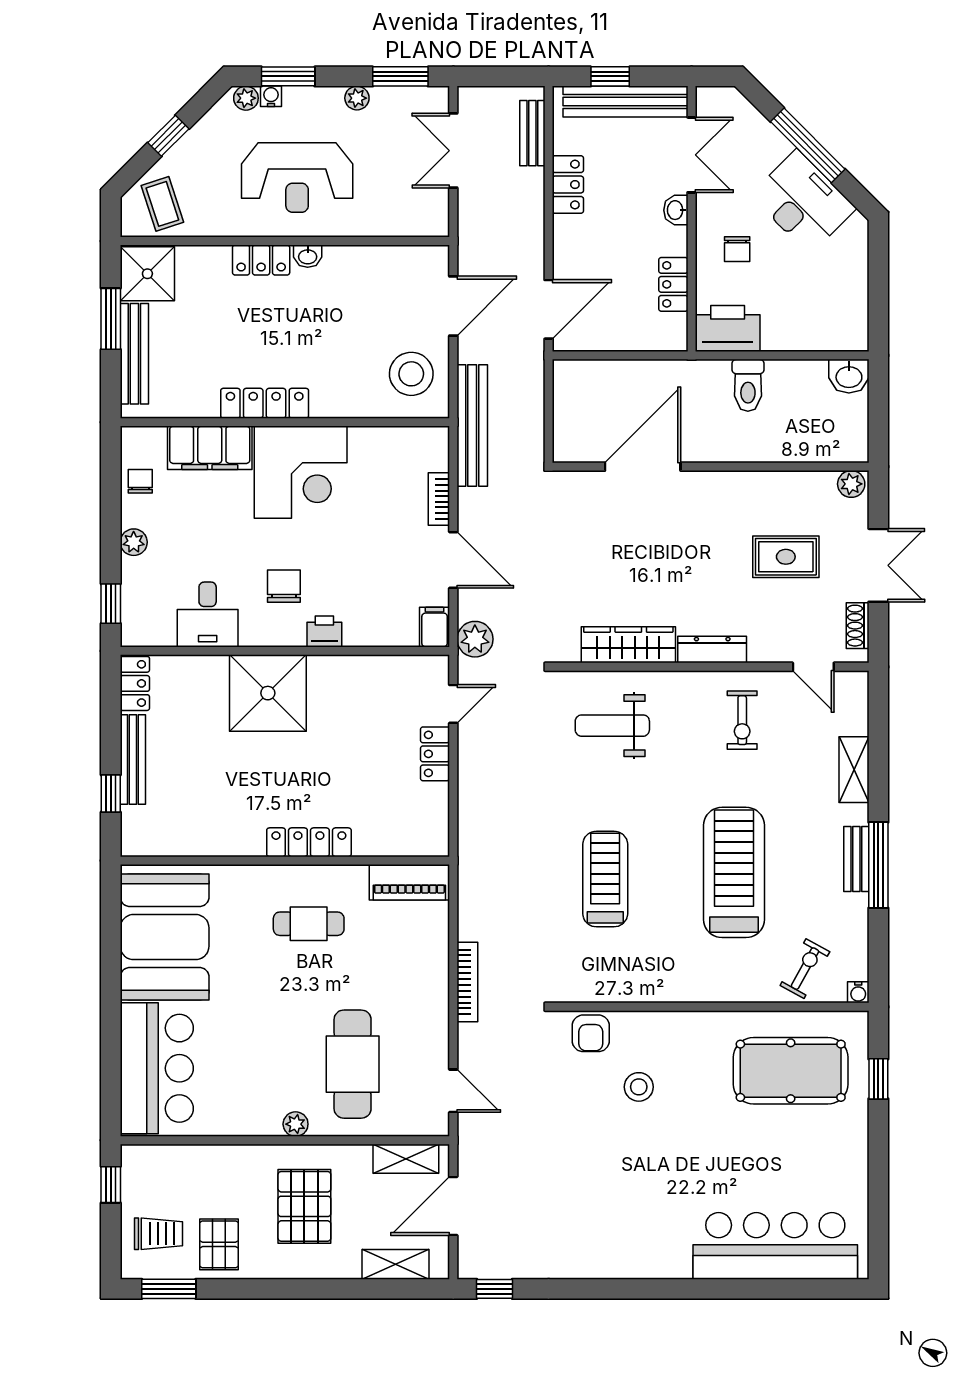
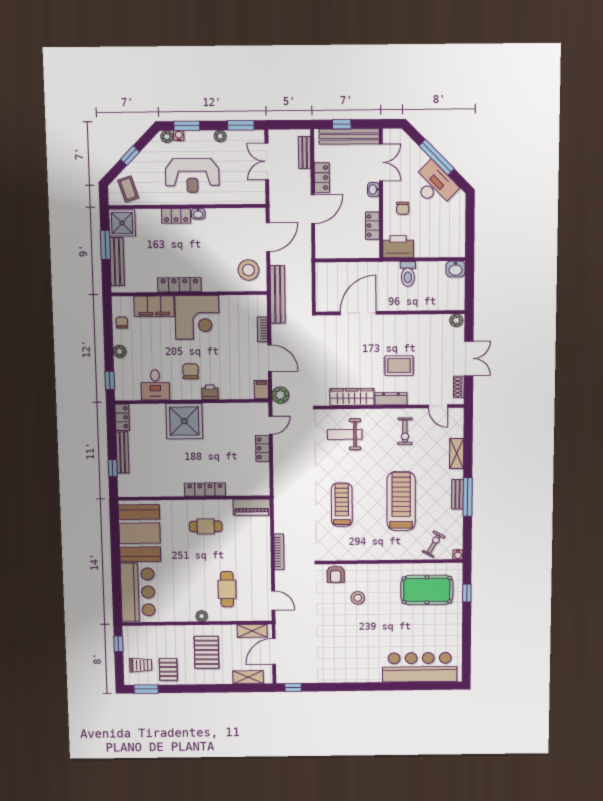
door: (549, 309) -> (313, 209), moved
rug: (786, 557) -> (399, 366), moved
cafe table: (353, 1064) -> (227, 589), width x0.73, depth x0.74

